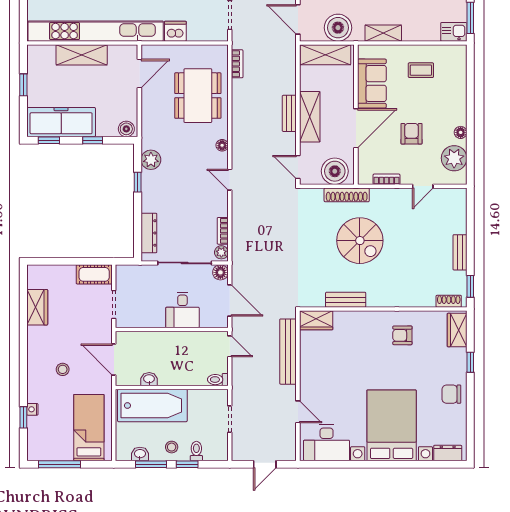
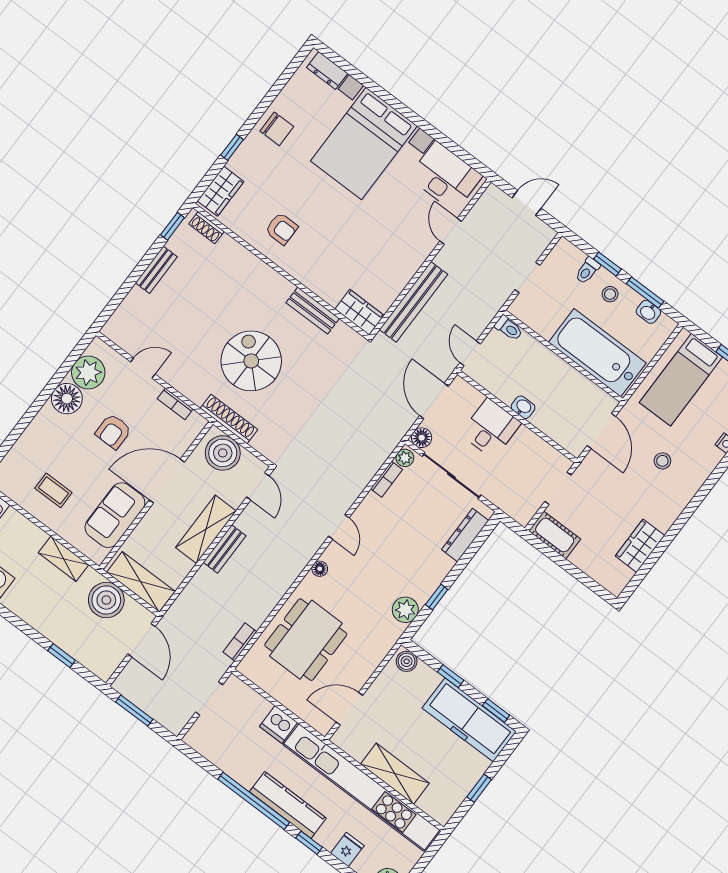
floor lamp: (461, 132) -> (67, 399), width x1.89, depth x1.89
washbasin: (149, 379) -> (523, 407), moved, turned 180

